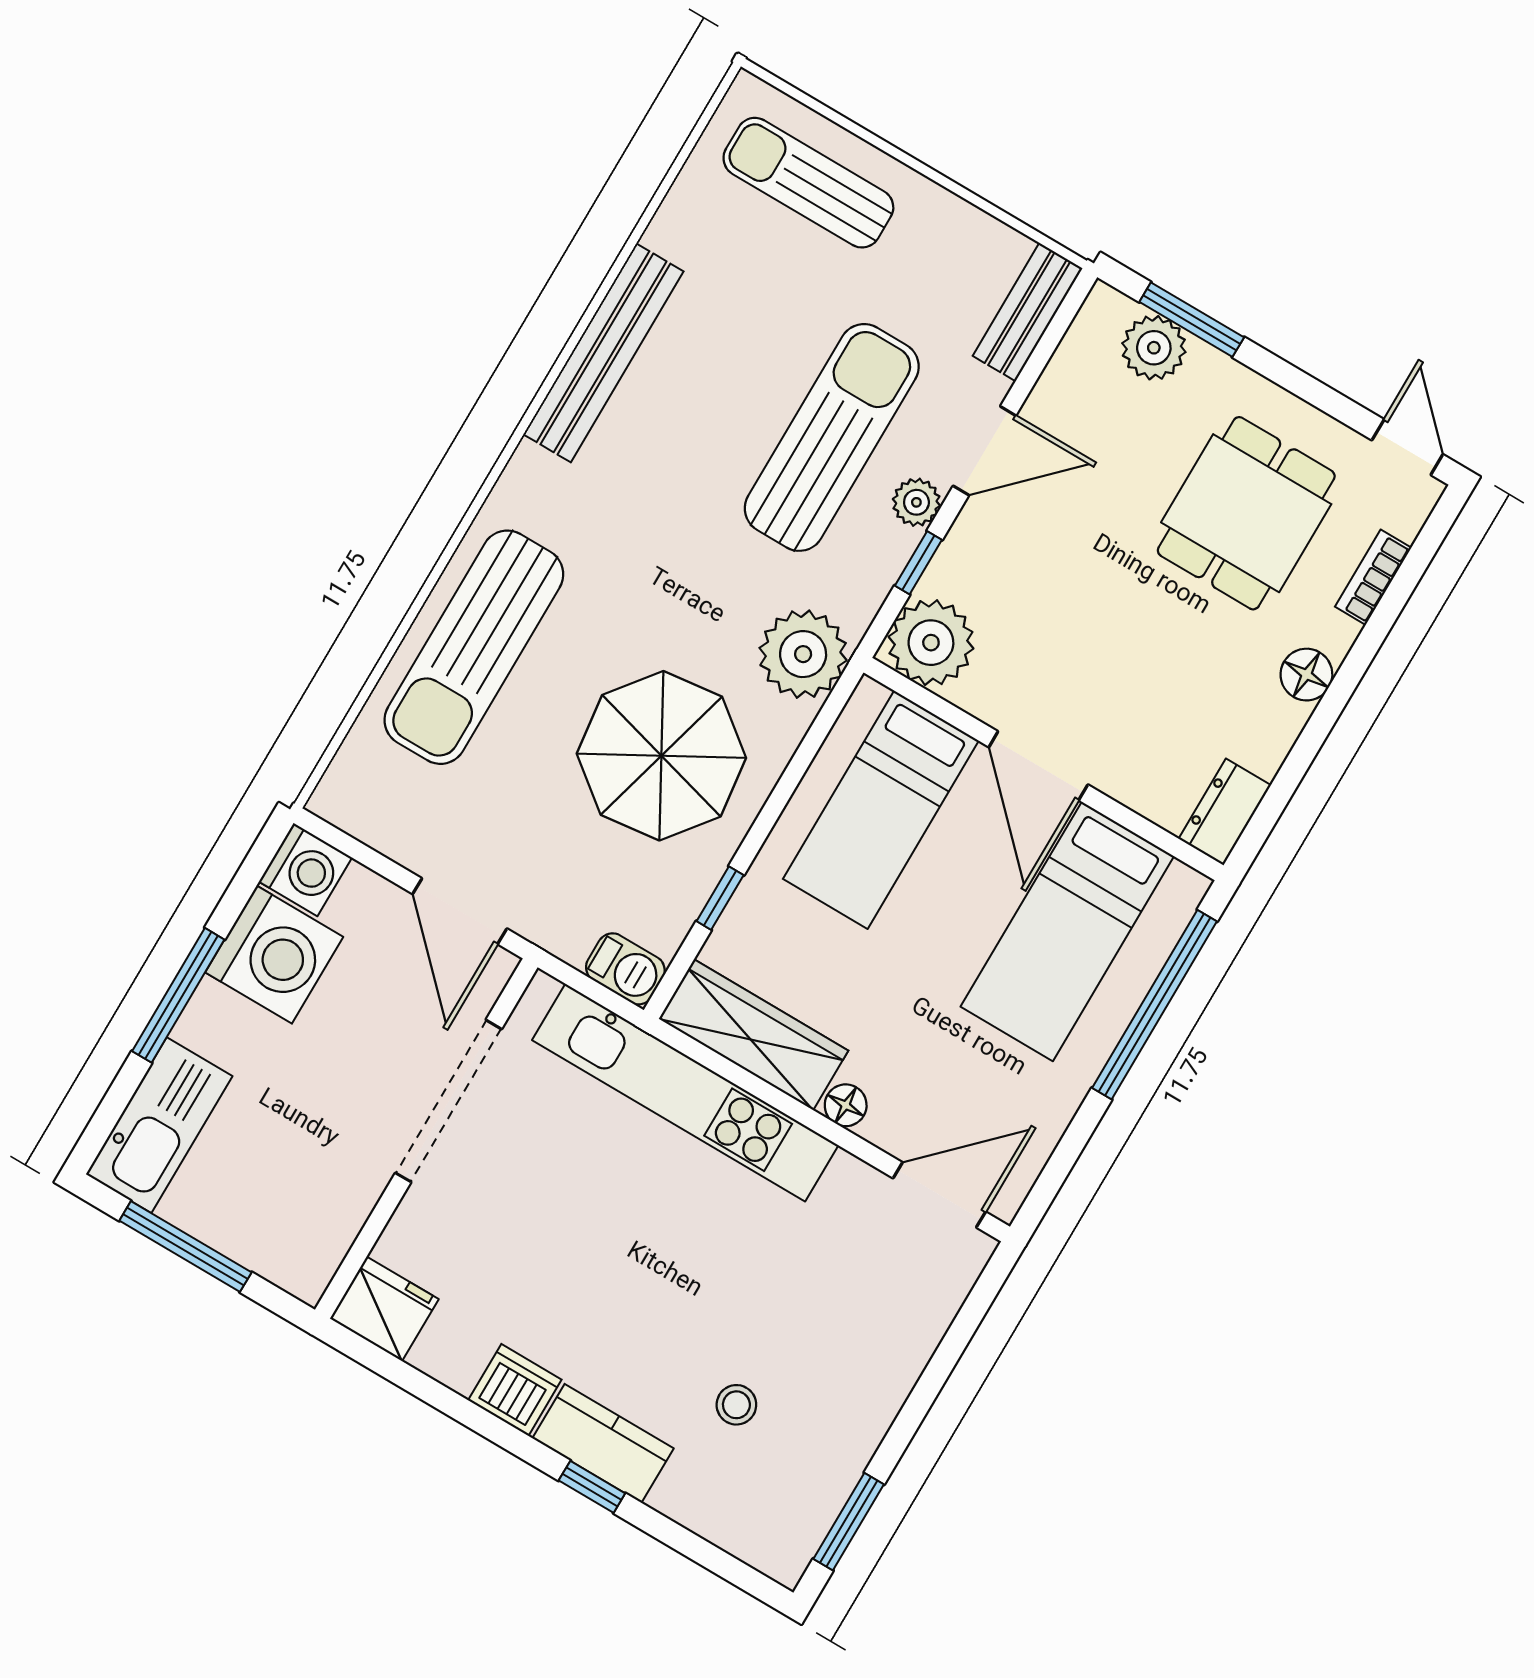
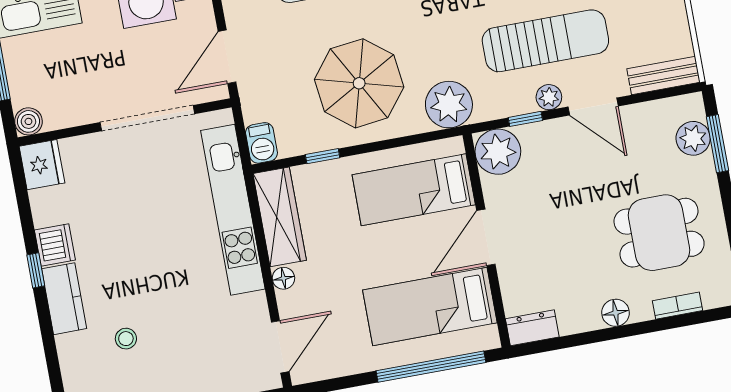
door: (939, 1195) -> (280, 347), hinge flipped
boiler: (306, 1274) -> (28, 121), added
window: (592, 1487) -> (36, 270), moved

